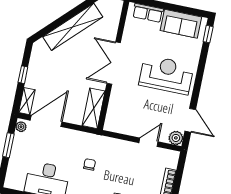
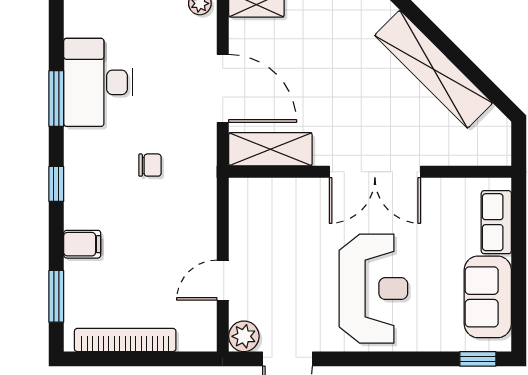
double door: (114, 63) -> (375, 172), swing flipped
door: (46, 121) -> (223, 88), moved
door: (148, 142) -> (223, 280), swing flipped

